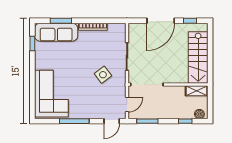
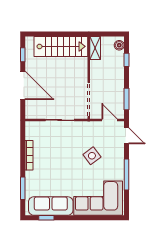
sofa: (56, 32) -> (51, 206), moved, turned -90
side table: (103, 75) -> (92, 156), moved

